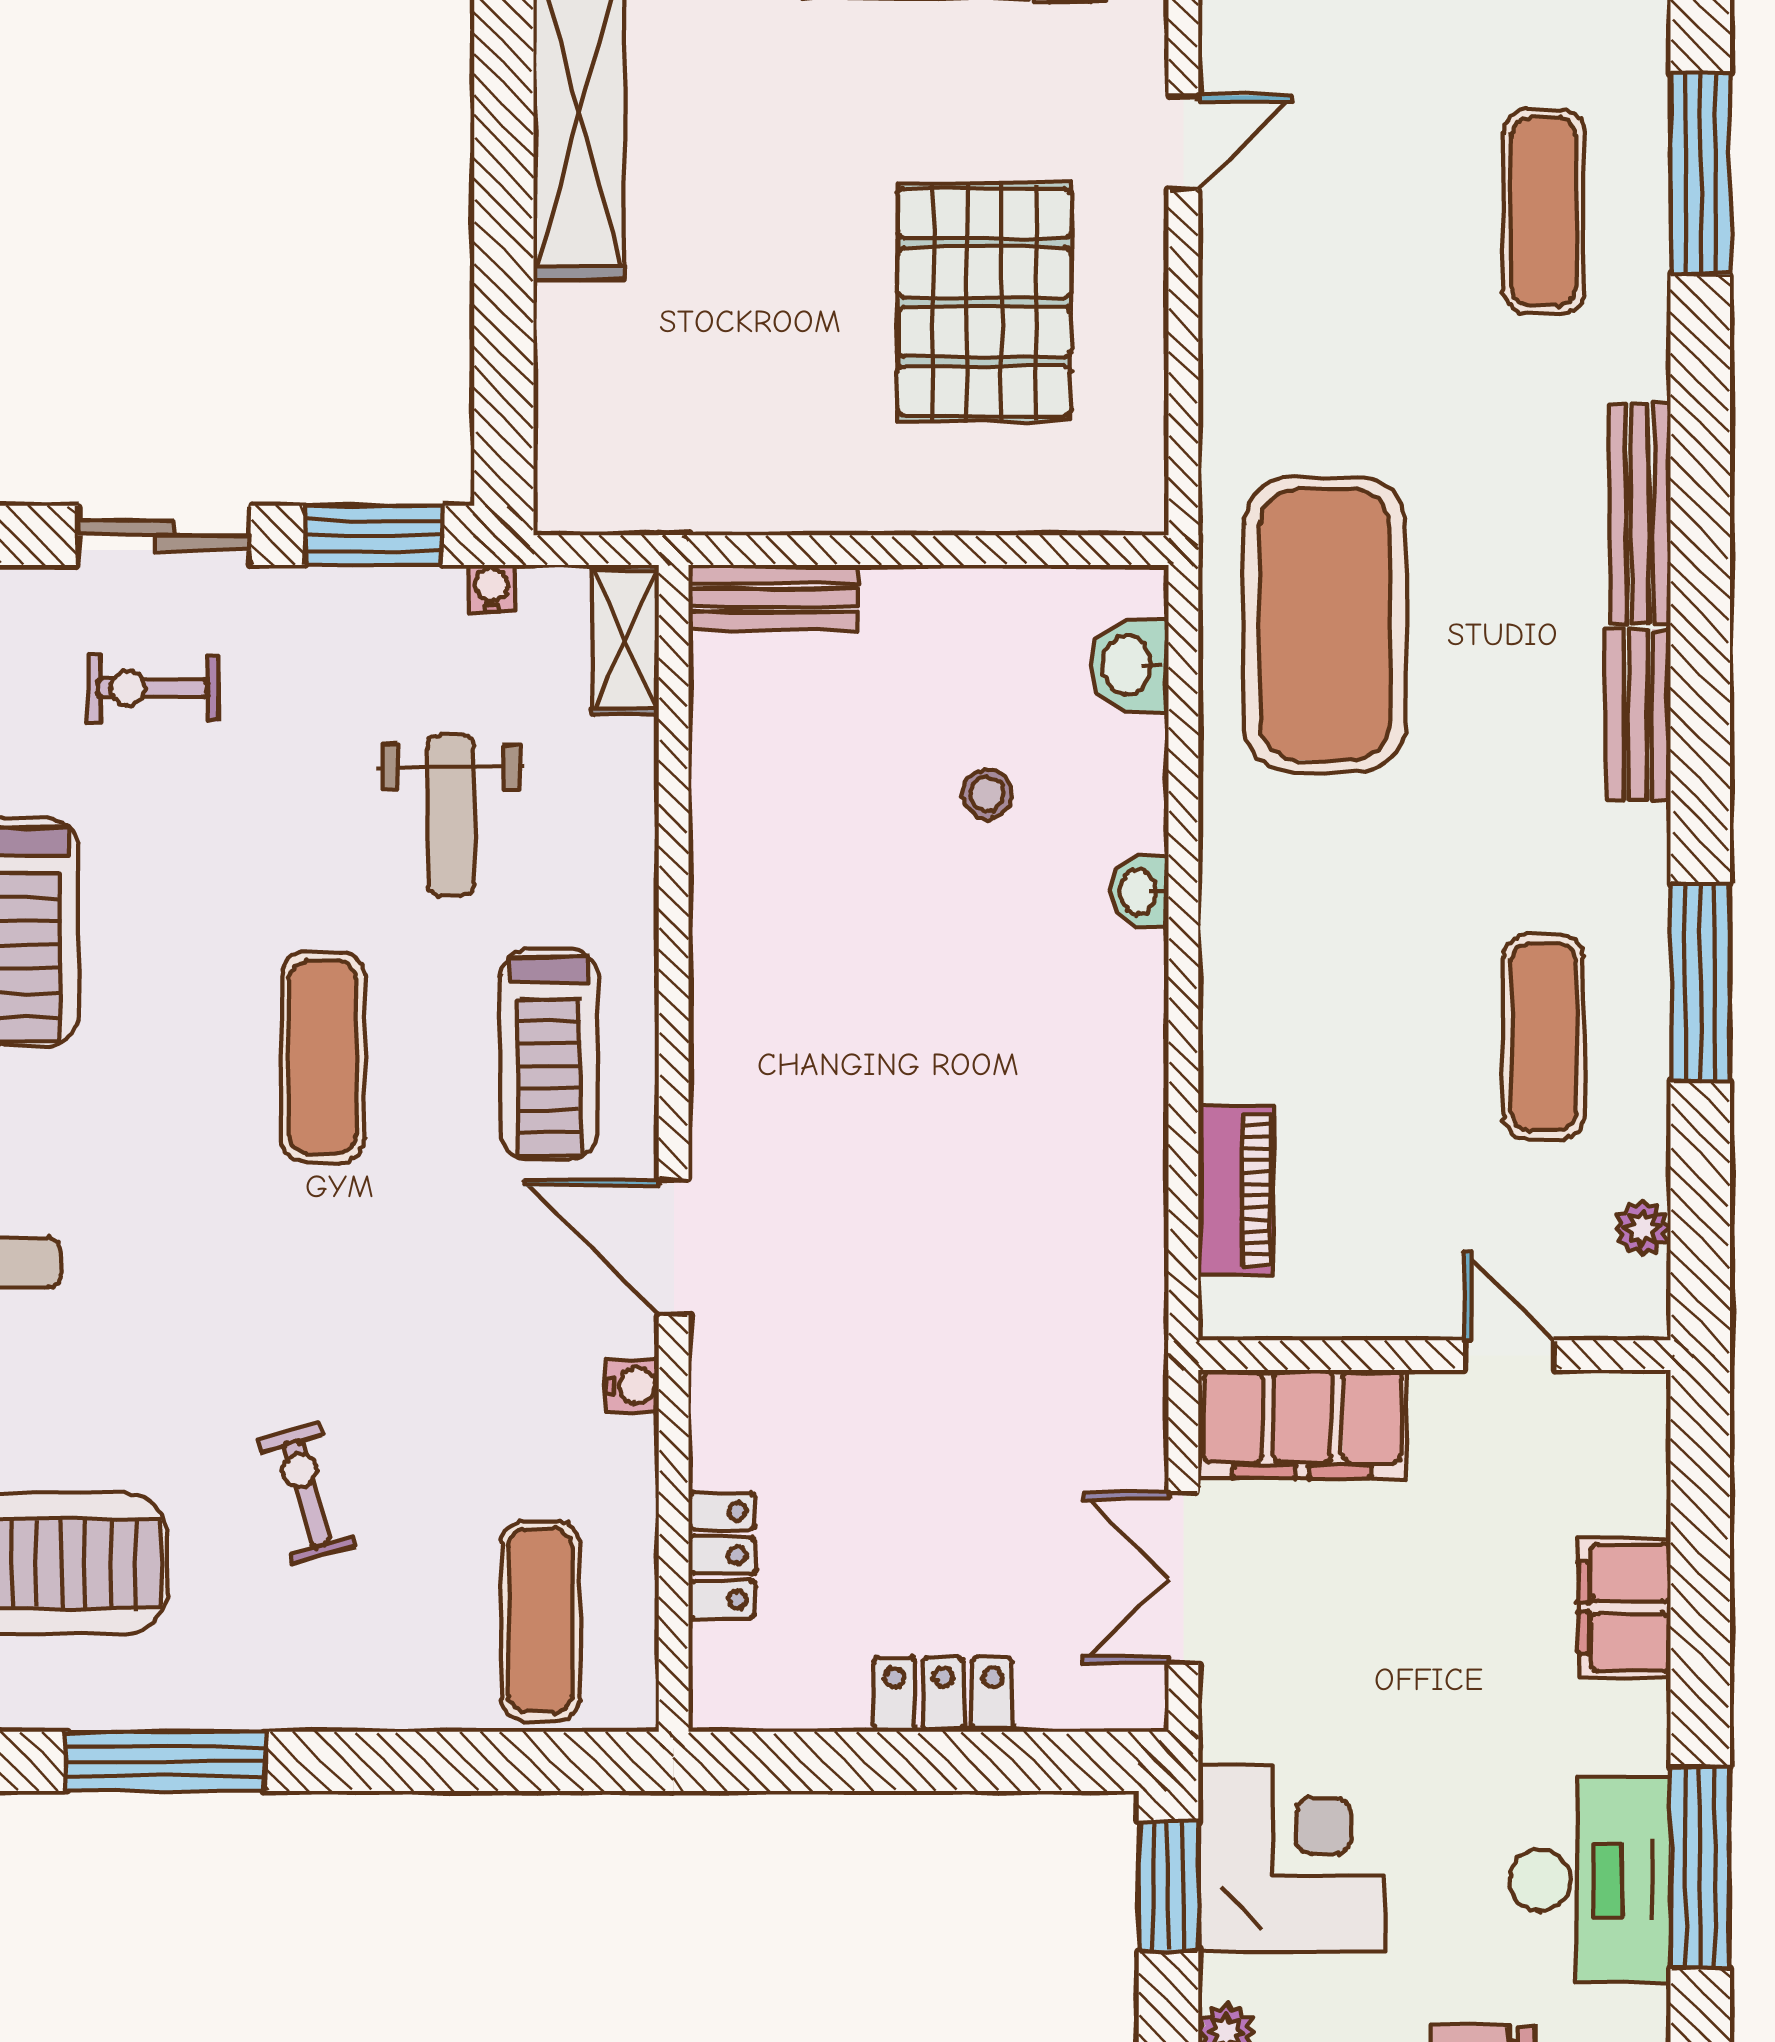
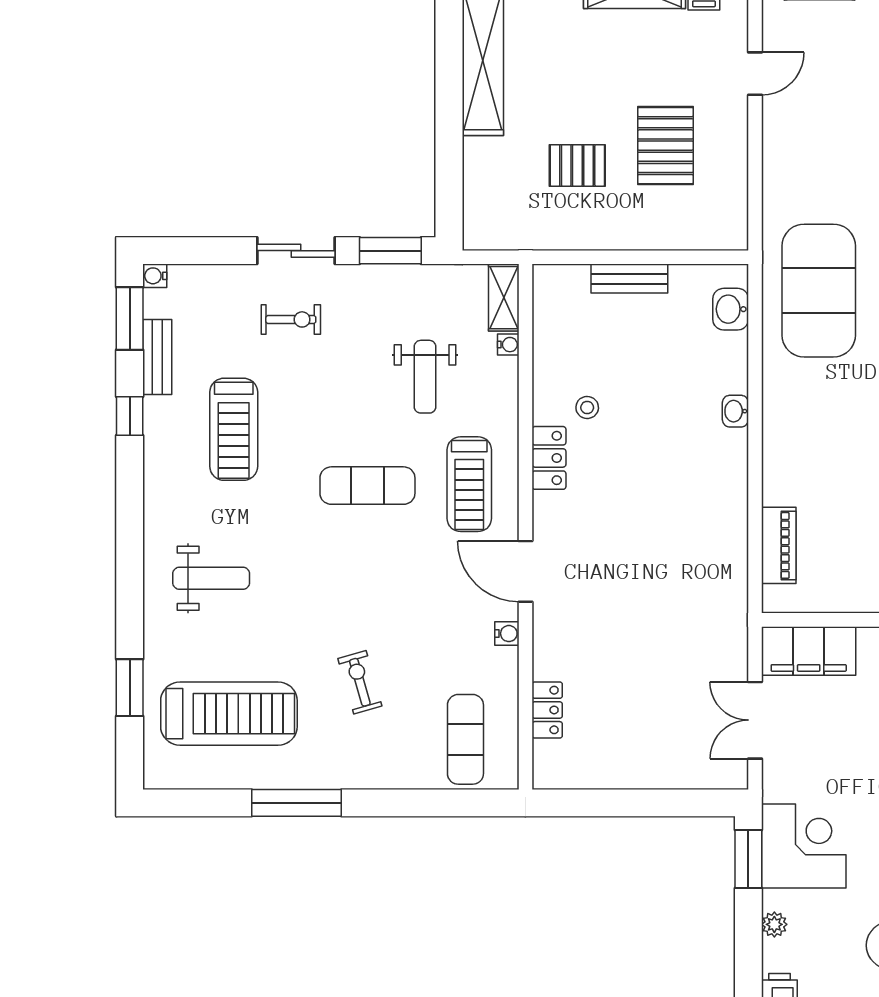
pallet: (984, 302) -> (665, 146), width x0.73, depth x0.71
pallet: (789, 346) -> (577, 165), added
water cooler: (492, 589) -> (508, 345), moved, turned 90
bench: (773, 597) -> (629, 279), moved
exercise bike: (153, 688) -> (291, 319), turned 180
stool: (987, 794) -> (587, 407), moved
exercise mat: (323, 1057) -> (367, 486), turned 90
locker: (943, 1695) -> (549, 458), moved, turned 90

